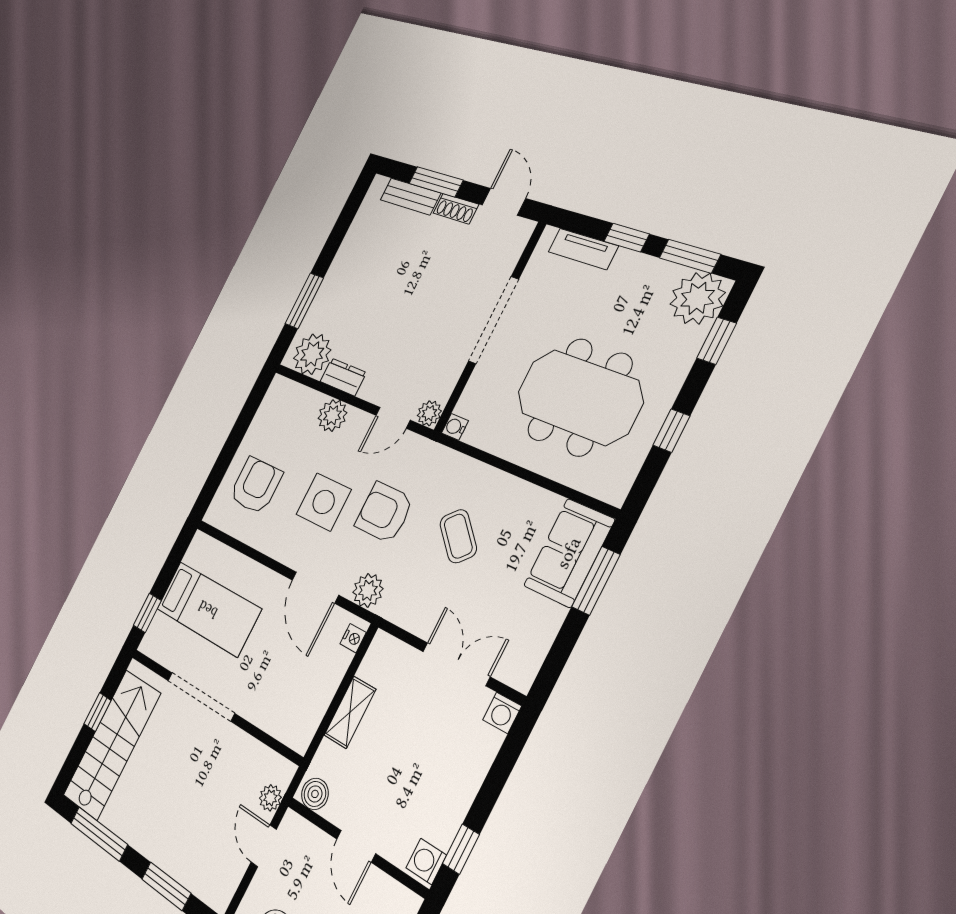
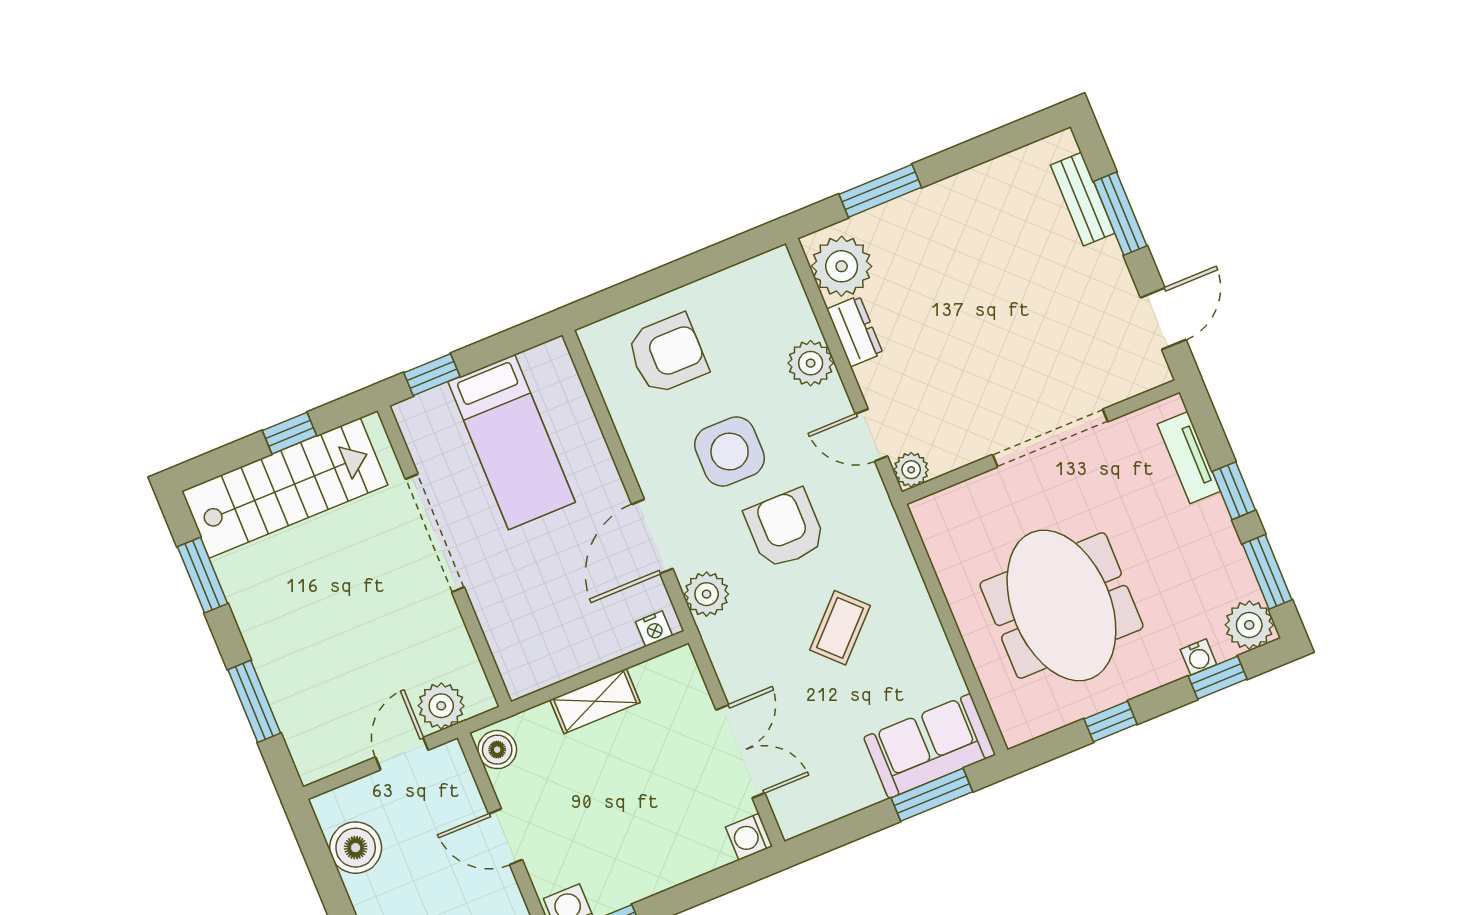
shoe rack: (456, 209) -> (1114, 270), removed
plant: (697, 298) -> (1249, 625), width x0.73, depth x0.73
water cooler: (455, 427) -> (1198, 657), moved, turned 180
plant: (270, 798) -> (441, 706), width x1.38, depth x1.38
window: (99, 834) -> (202, 575), width x0.69
door: (356, 846) -> (505, 837), hinge flipped

